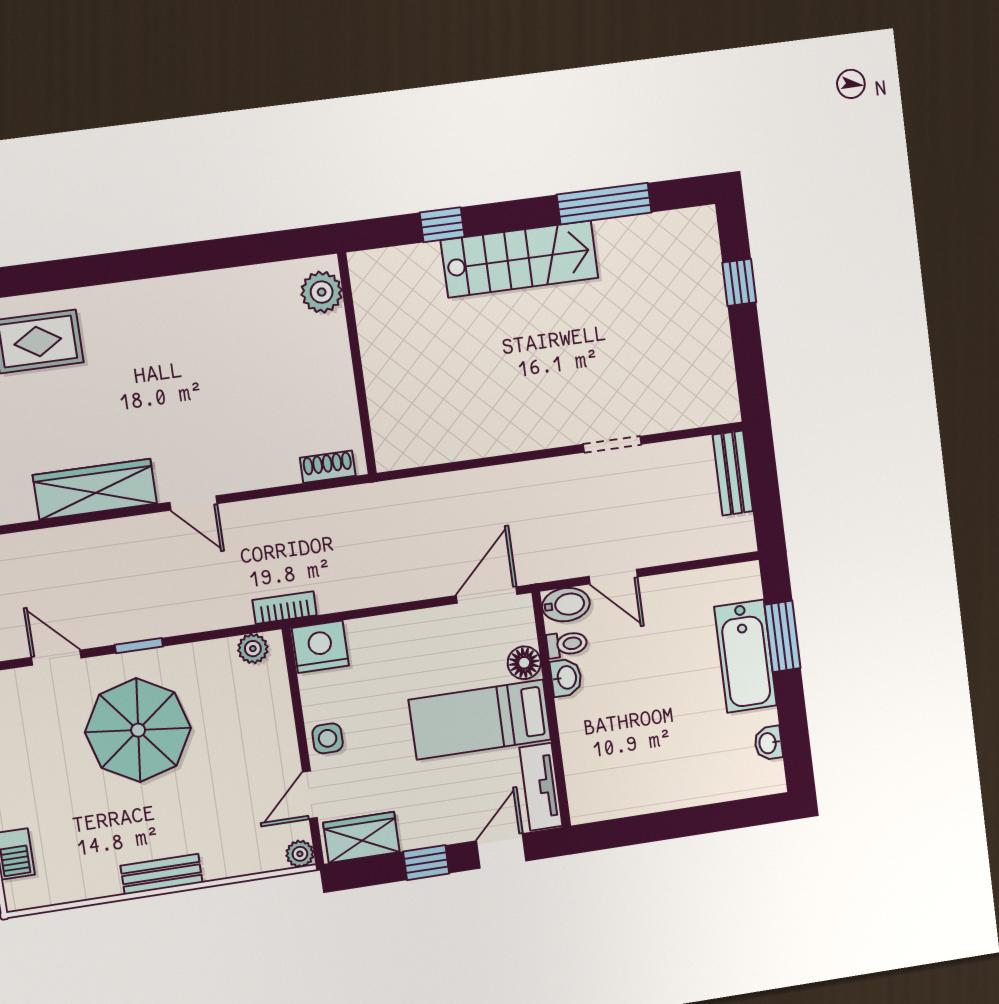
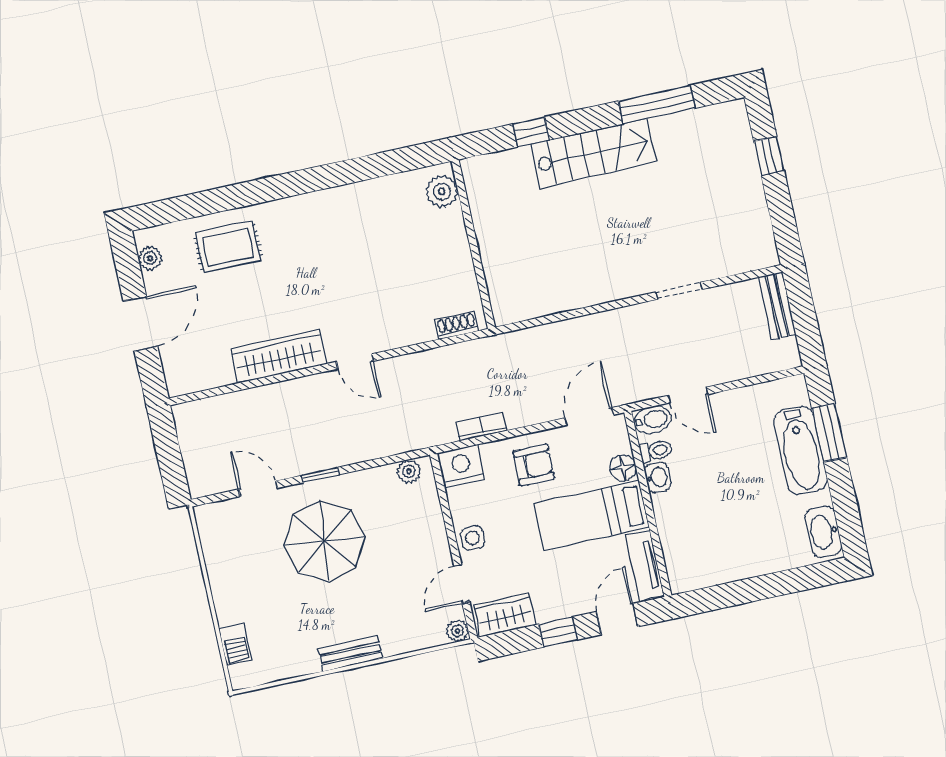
bookcase: (285, 608) -> (482, 427), moved
armchair: (412, 651) -> (534, 465), added
washbasin: (768, 743) -> (824, 532), width x1.91, depth x1.45

